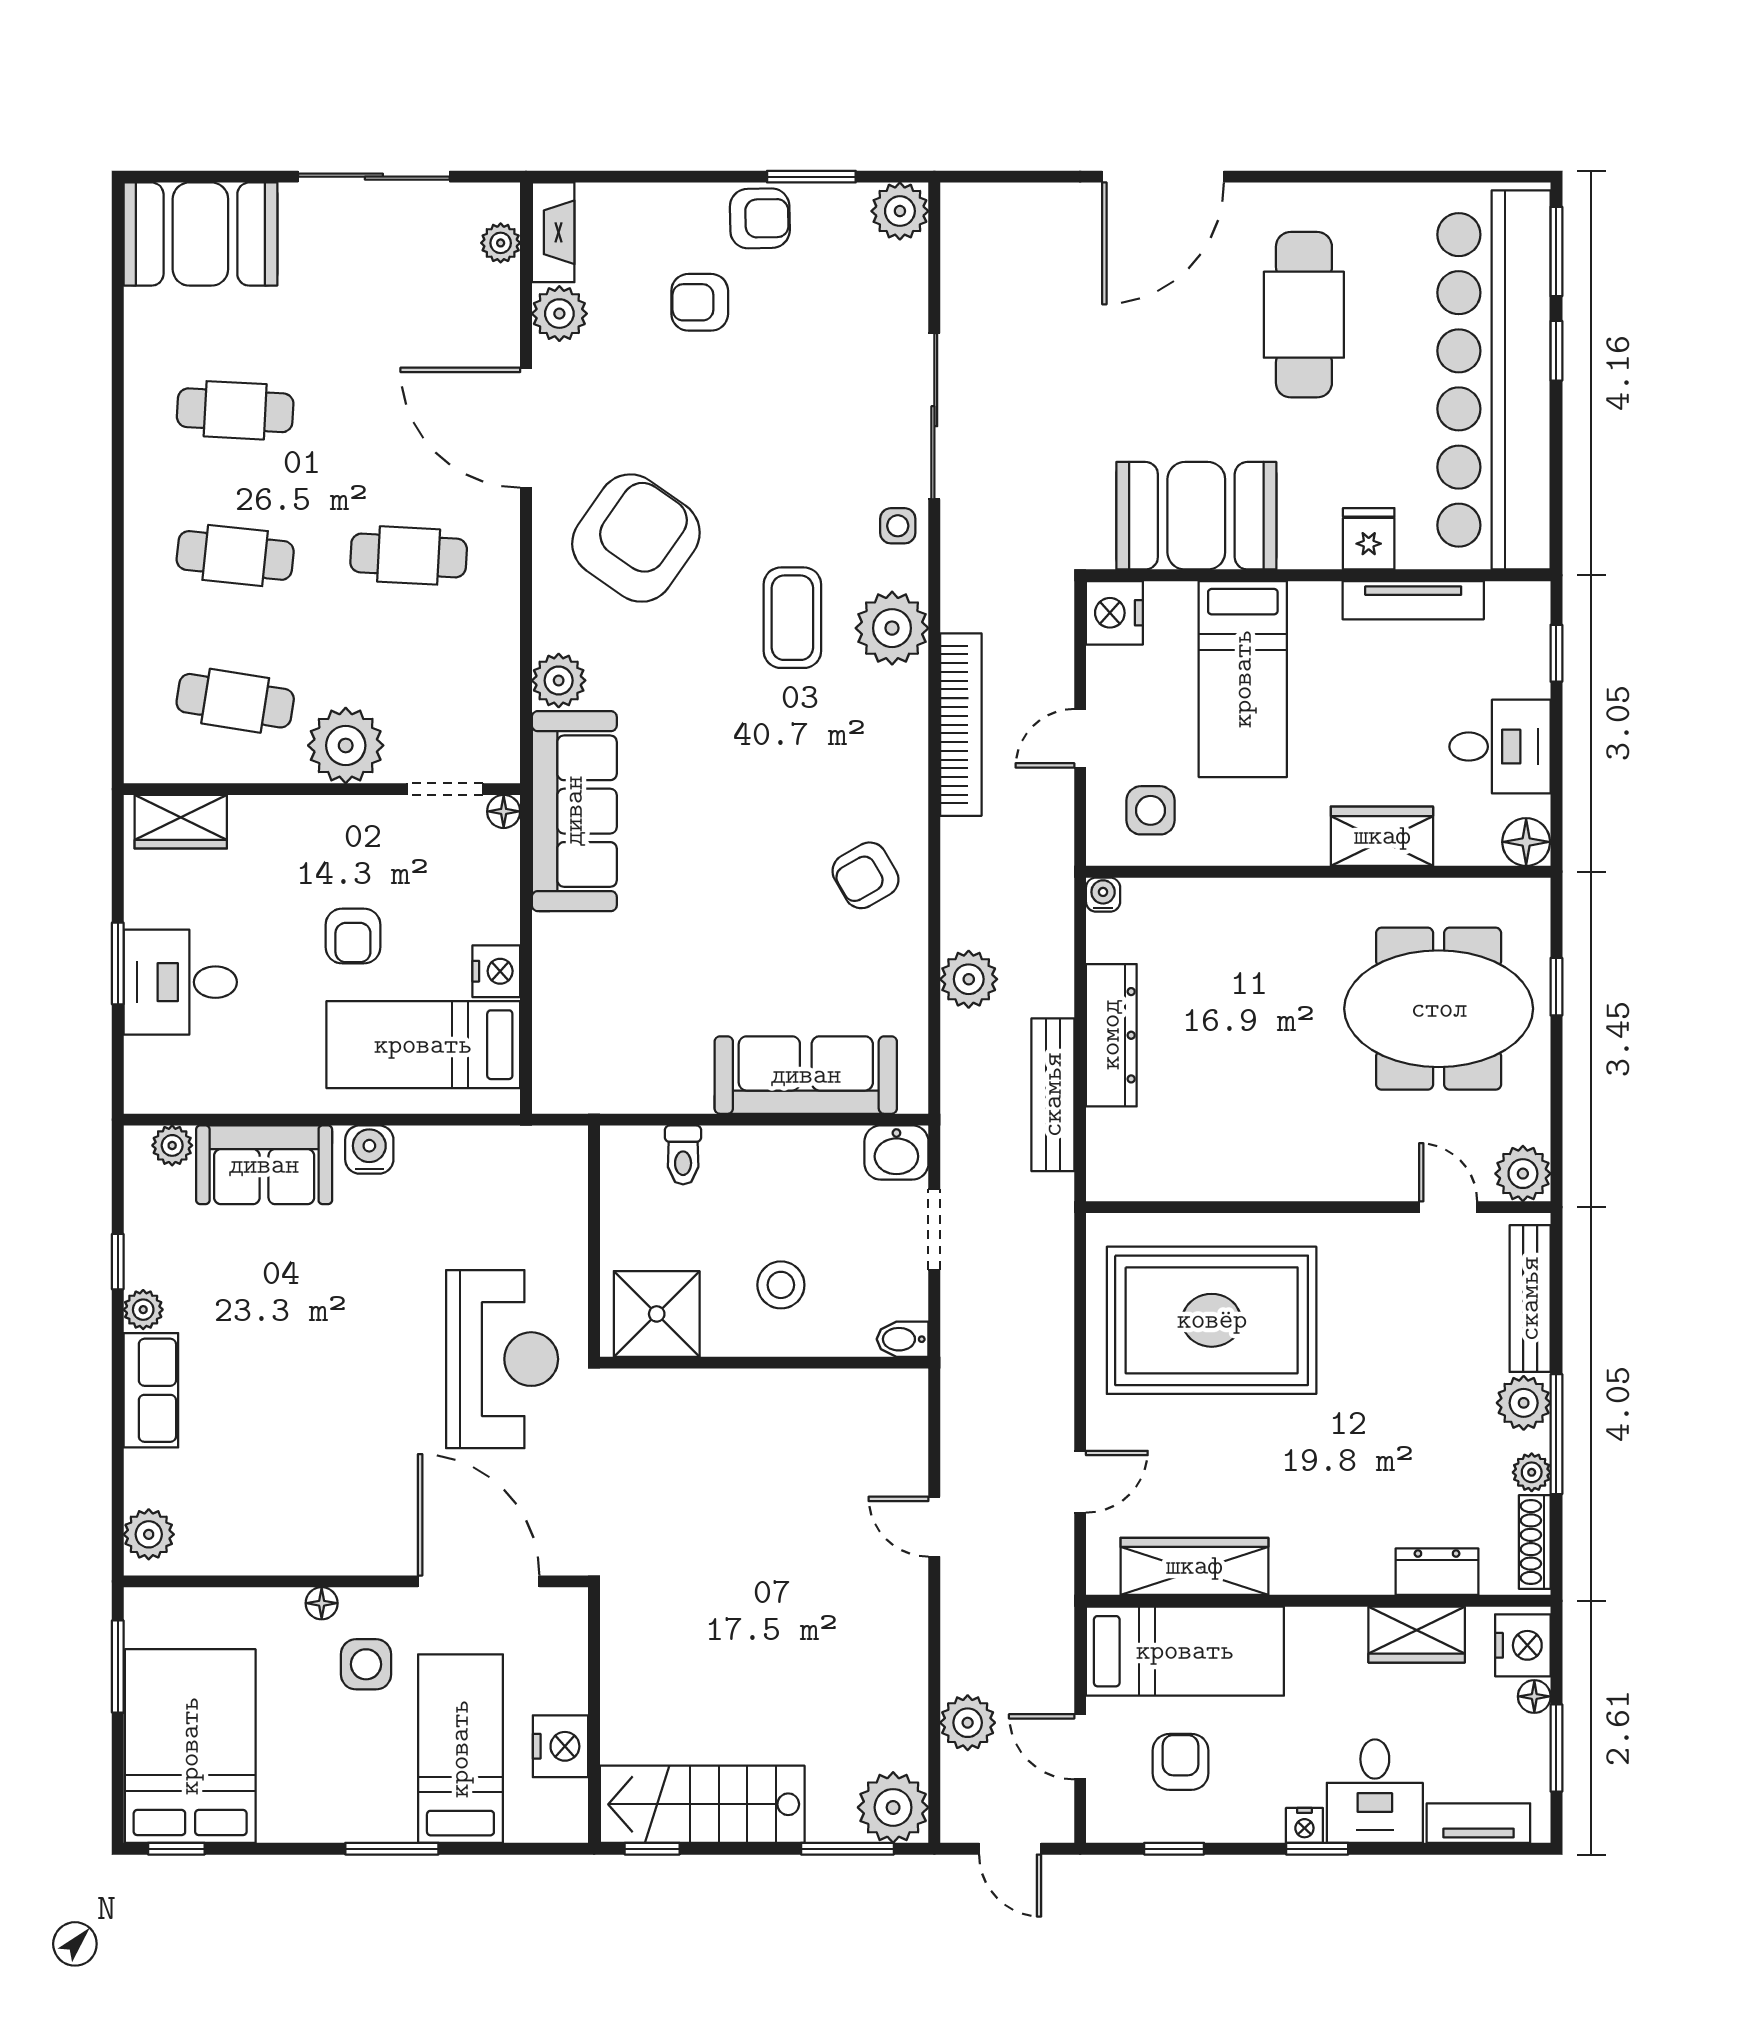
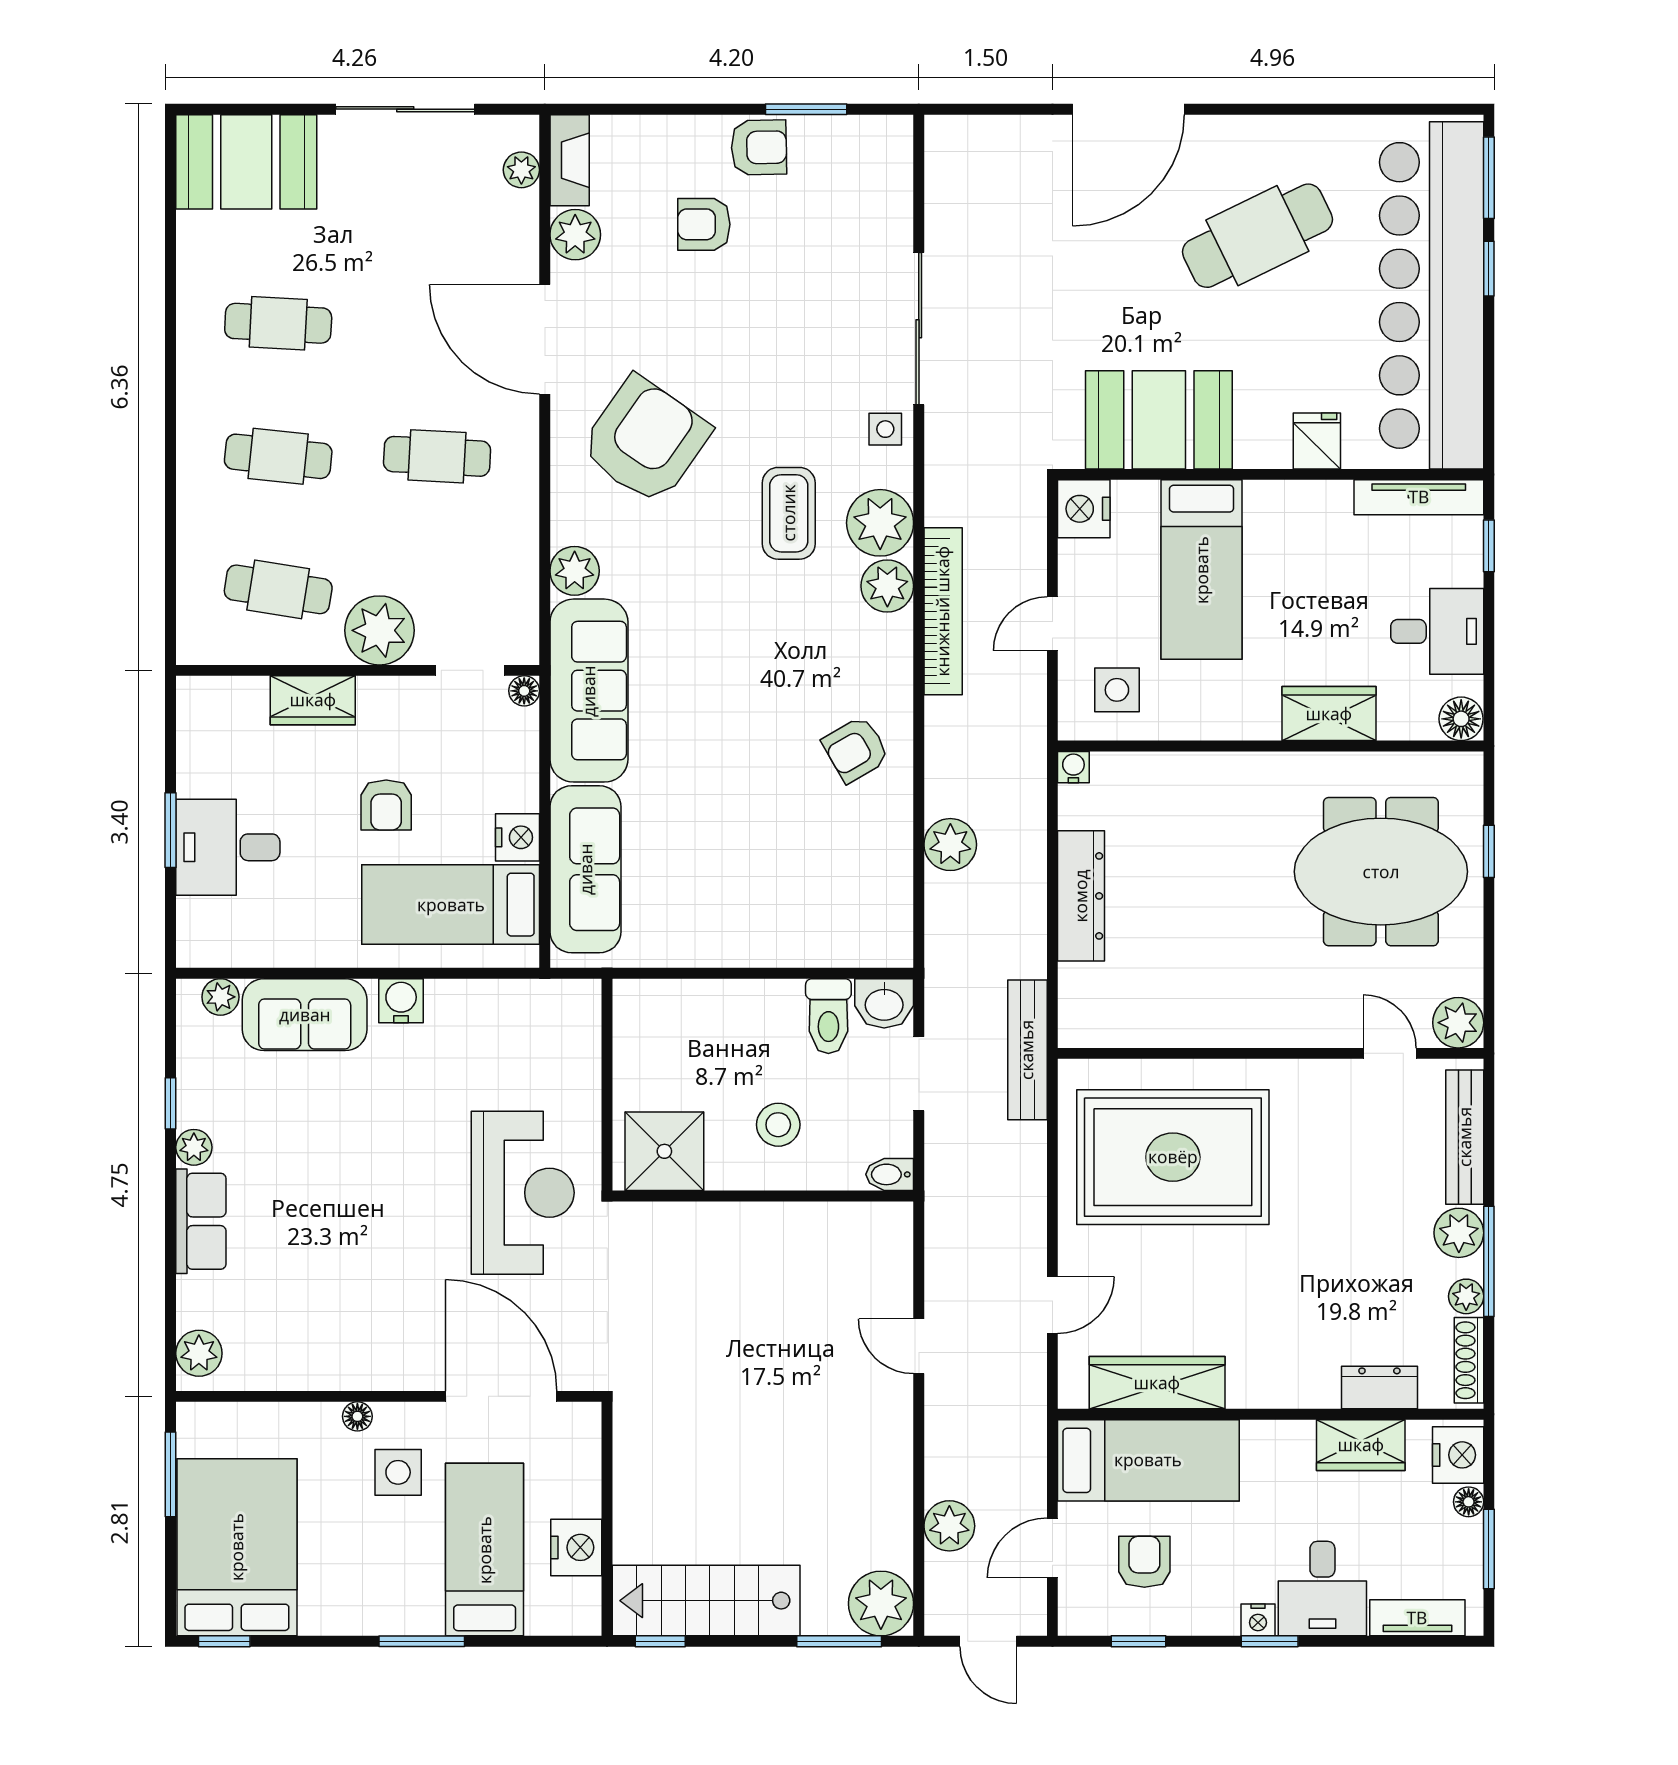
plant: (900, 211) -> (887, 586), moved
cafe table: (1304, 315) -> (1257, 236), turned 64
tv unit: (1413, 600) -> (1419, 497), moved
wardrobe: (181, 822) -> (313, 700), moved
sofa: (806, 1075) -> (586, 869), moved, turned 90
bench: (1053, 1095) -> (1027, 1050), moved
toilet: (683, 1155) -> (828, 1016), moved, width x1.37, depth x1.39
door: (1080, 1747) -> (1052, 1548), hinge flipped

